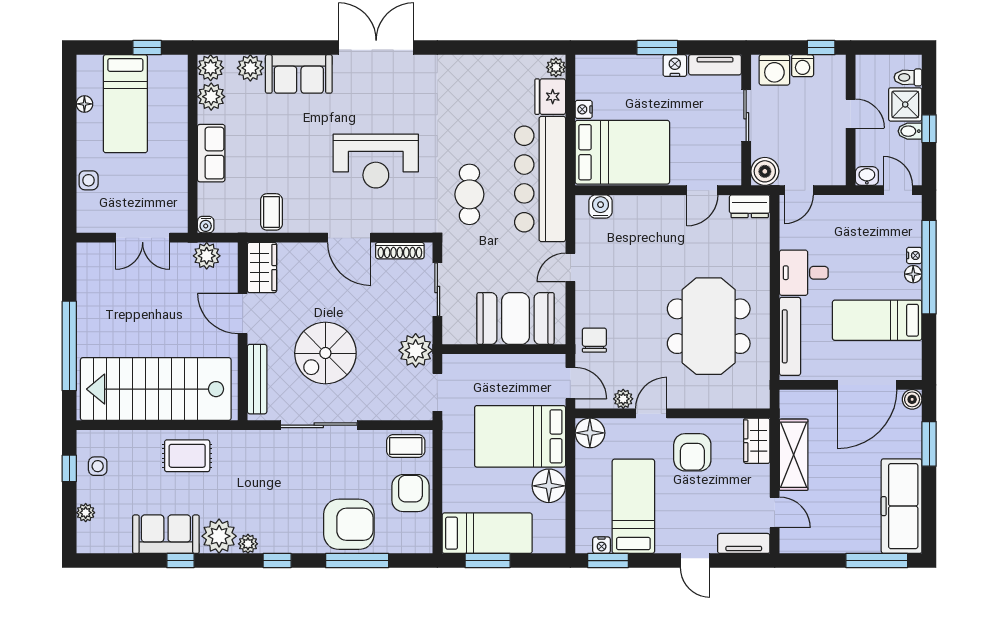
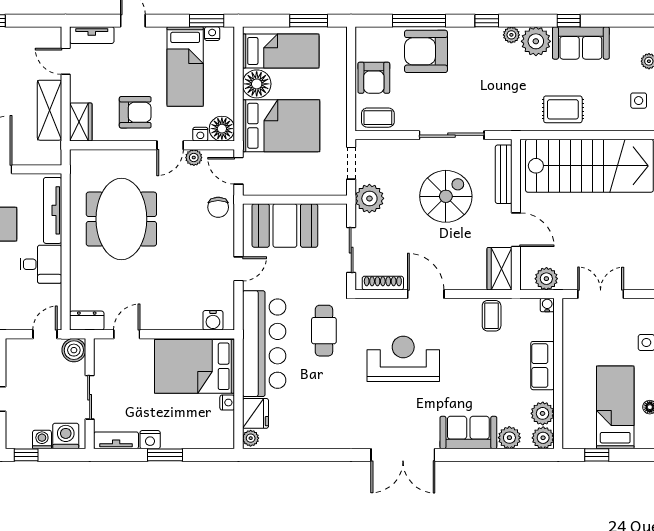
nightstand: (615, 426) -> (200, 134), added
armchair: (692, 452) -> (135, 112), turned 90
bed: (487, 533) -> (281, 51), moved, turned 180

